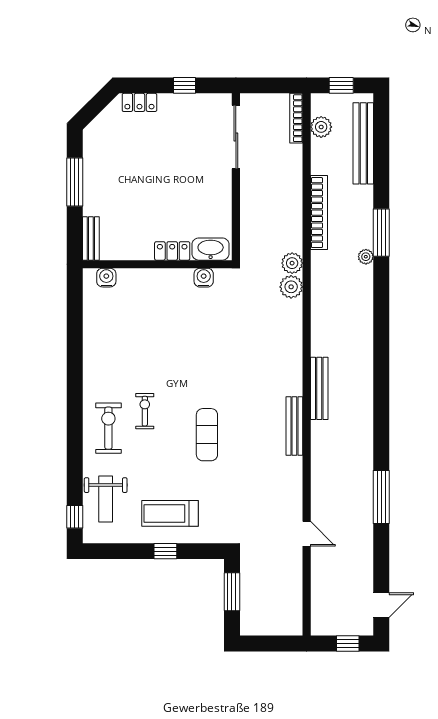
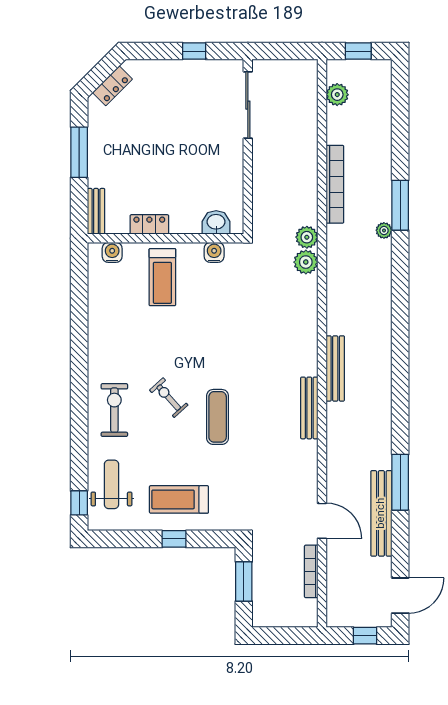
locker: (139, 102) -> (112, 86), moved, turned -45
bookcase: (296, 118) -> (311, 571), moved
bench: (363, 143) -> (381, 513), moved
washbasin: (211, 249) -> (216, 222), width x0.72
locker: (172, 251) -> (149, 224), moved
treadmill: (154, 301) -> (162, 277), added
exercise bike: (145, 411) -> (169, 398), moved, turned -42
weight bench: (106, 499) -> (111, 484), turned 180
door: (307, 534) -> (322, 521), width x1.38
door: (381, 605) -> (400, 596), width x1.38

